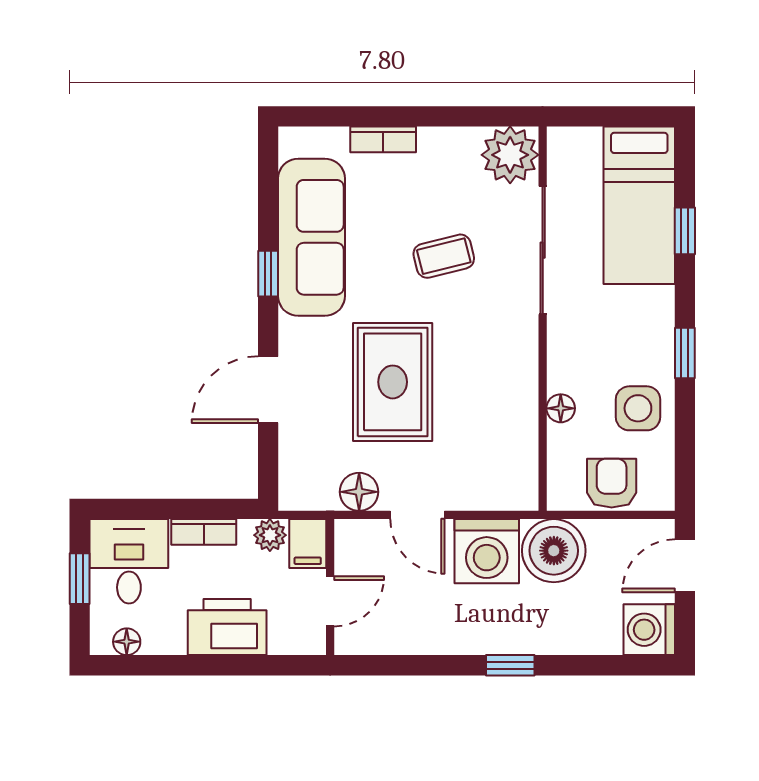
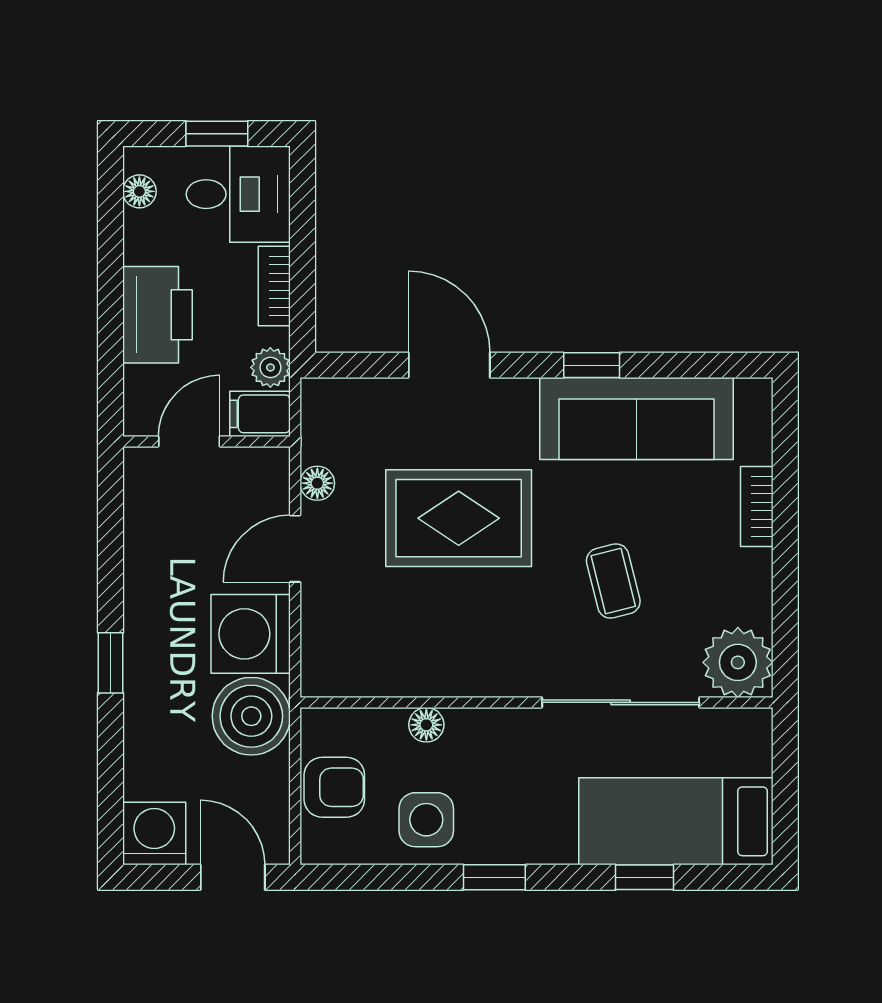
floor lamp: (359, 492) -> (317, 483), width x0.73, depth x0.73
door: (330, 601) -> (189, 441), swing flipped

